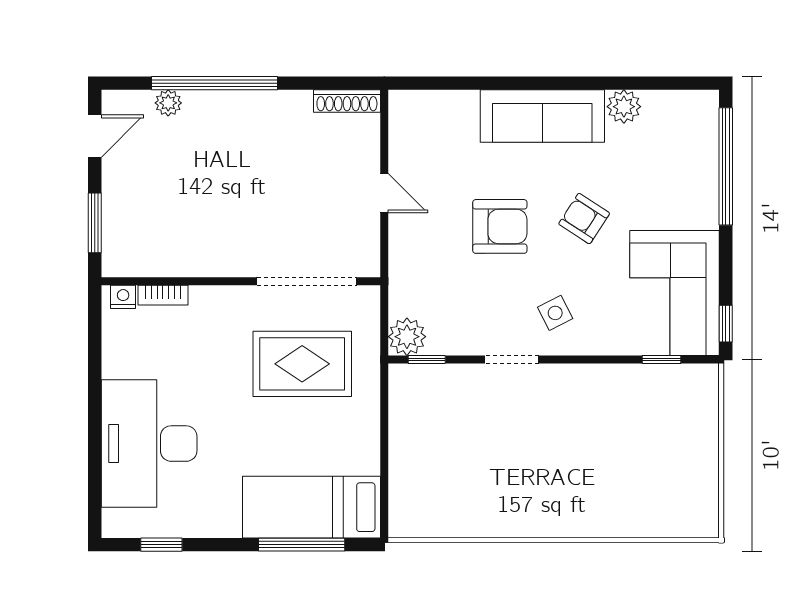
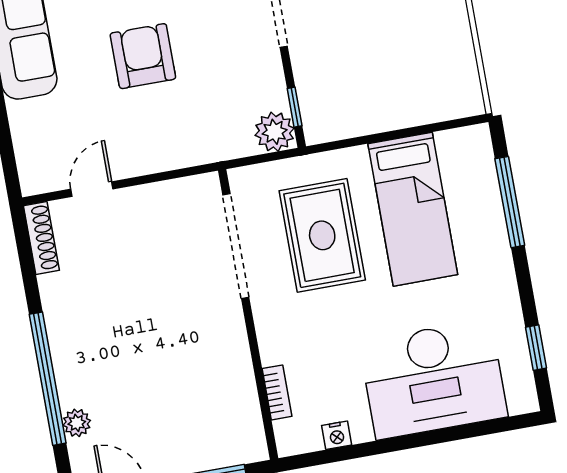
door: (384, 193) -> (92, 189), moved
nightstand: (123, 297) -> (337, 435), moved, turned -90
bed: (311, 507) -> (413, 209), moved

